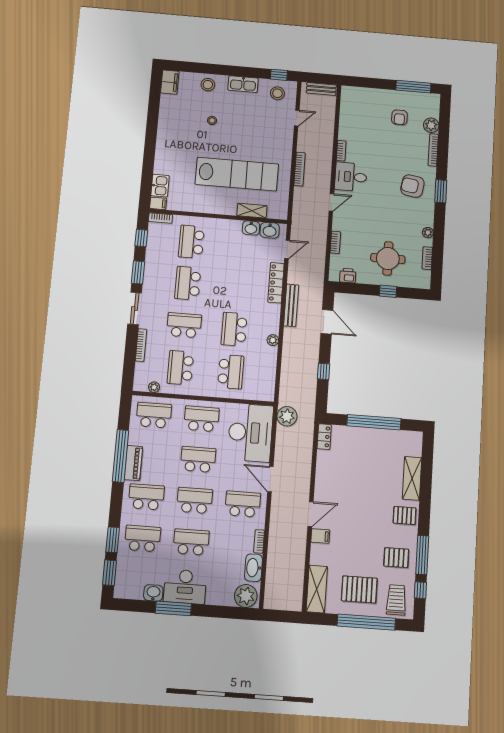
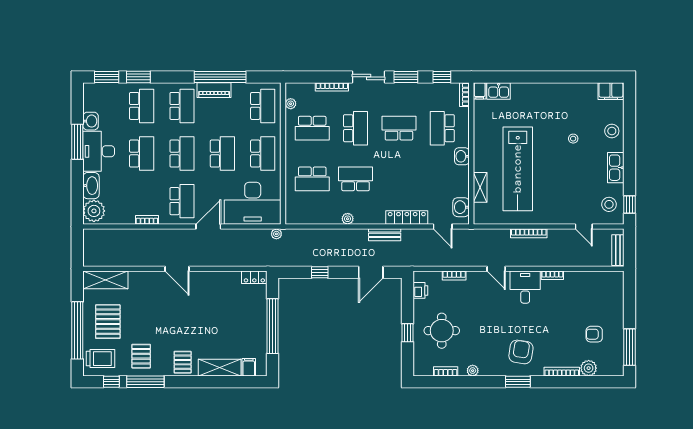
washbasin: (251, 228) -> (462, 156), moved
school desk: (191, 242) -> (442, 128), turned -90
bench: (291, 305) -> (385, 235), width x0.73
school desk: (180, 368) -> (312, 128), turned 180
plant: (287, 416) -> (276, 234), width x0.53, depth x0.53
filing cabinet: (320, 536) -> (249, 367), moved, turned 180
washbasin: (254, 568) -> (91, 186), moved, turned 90

